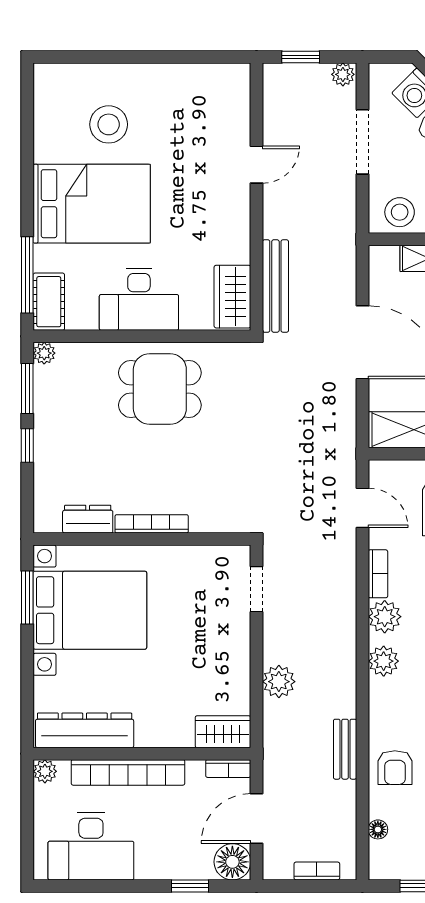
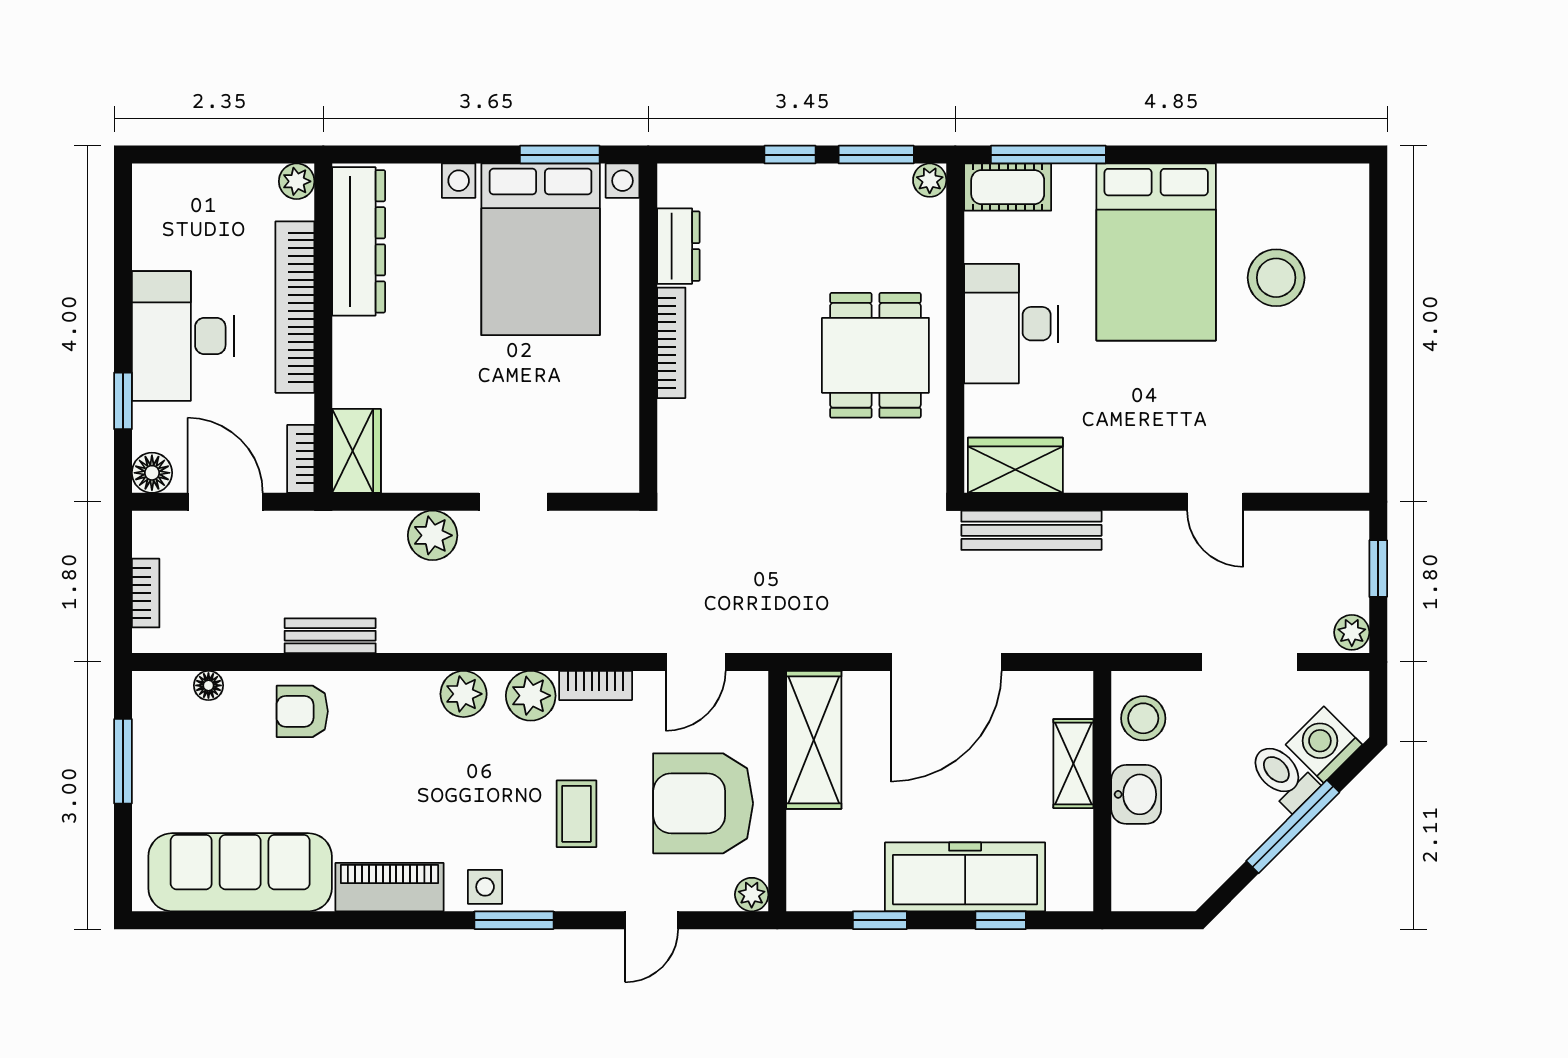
doorway: (257, 589) -> (513, 502), moved
desk: (91, 846) -> (183, 336), moved
floor lamp: (232, 862) -> (152, 473), width x0.73, depth x0.73

